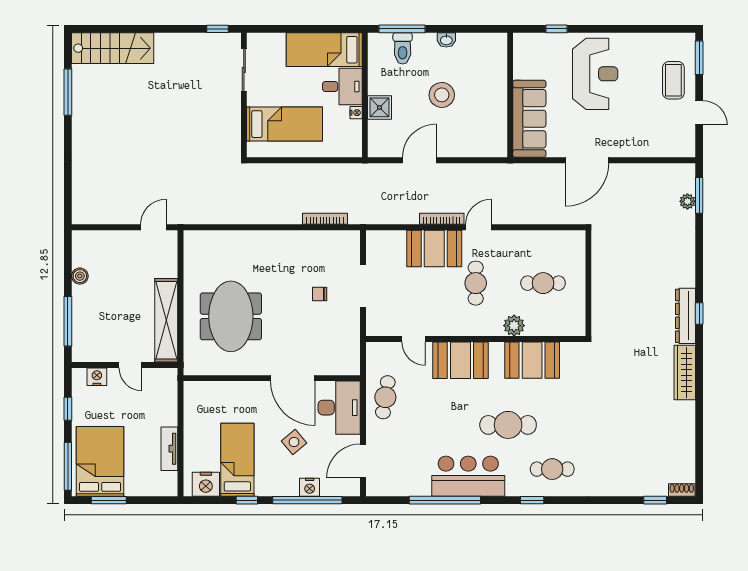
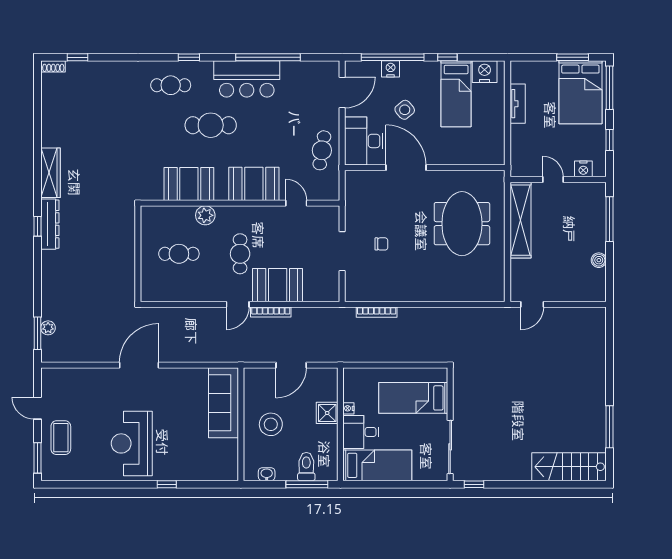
sliding door: (244, 70) -> (450, 447), width x1.37
wall: (510, 95) -> (241, 424), moved
sofa: (529, 119) -> (223, 403), moved

